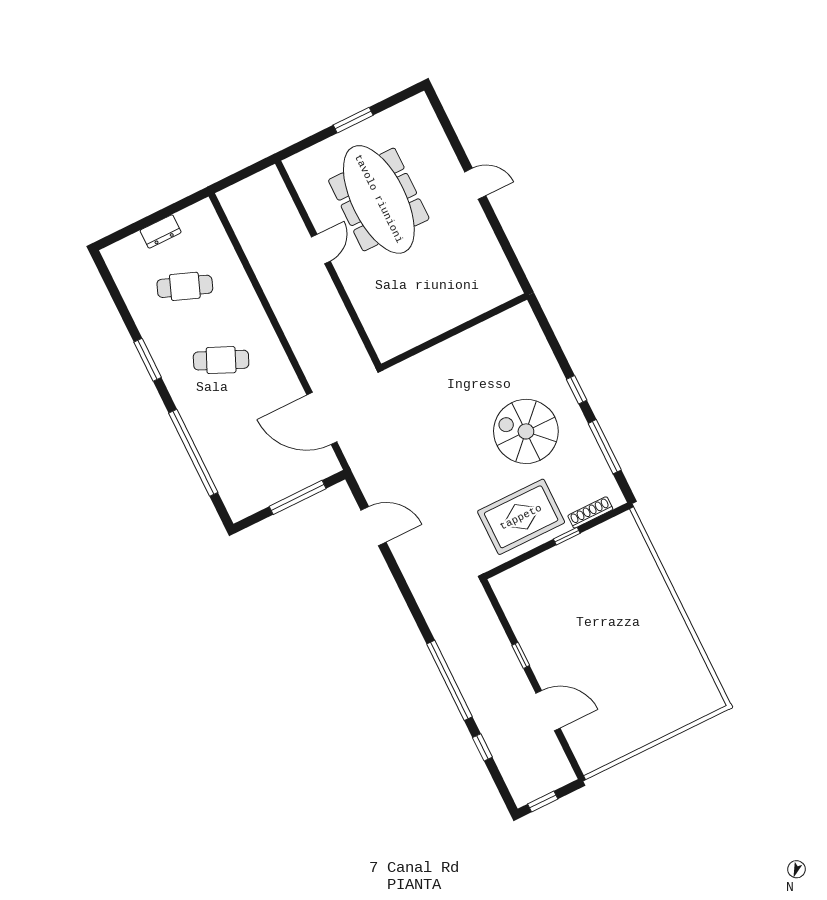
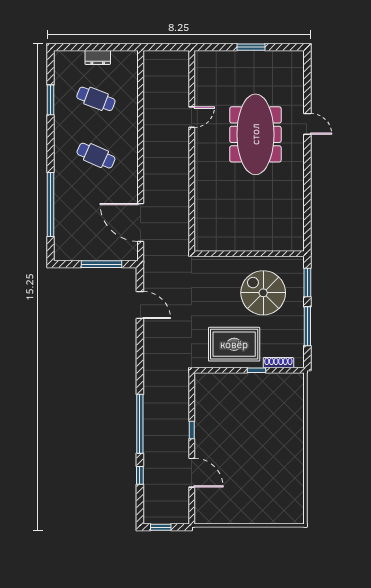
meeting table: (379, 199) -> (255, 134), moved
wall: (454, 332) -> (249, 254), moved
window: (148, 360) -> (50, 100), moved
window: (577, 390) -> (307, 282), width x1.50

